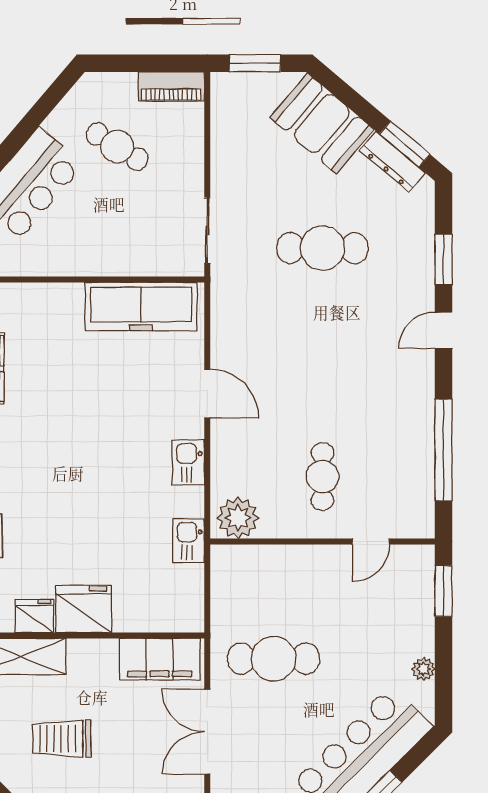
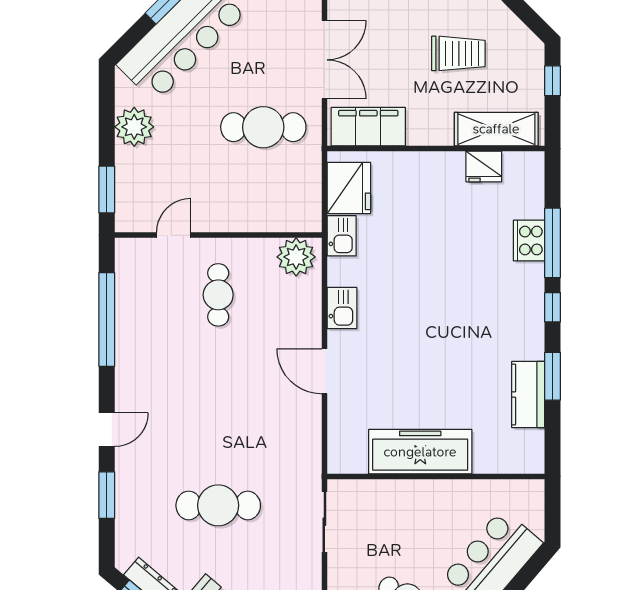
freezer: (141, 306) -> (420, 452), moved
fridge: (84, 609) -> (349, 188), moved, turned -90
plant: (424, 669) -> (134, 127), width x1.88, depth x1.88

